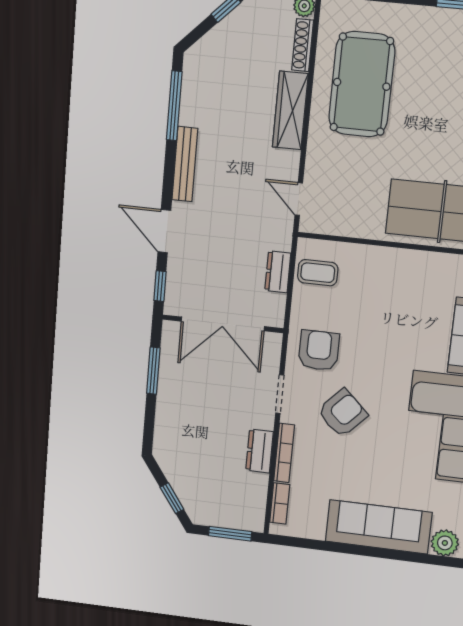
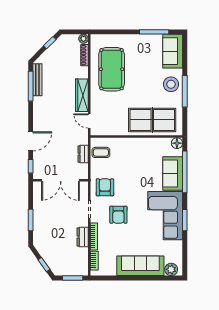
wardrobe: (290, 110) -> (82, 95), moved
bench: (185, 164) -> (37, 80), moved
door: (164, 231) -> (31, 141), swing flipped
window: (153, 371) -> (31, 220), moved
armchair: (342, 413) -> (118, 215), turned 137

